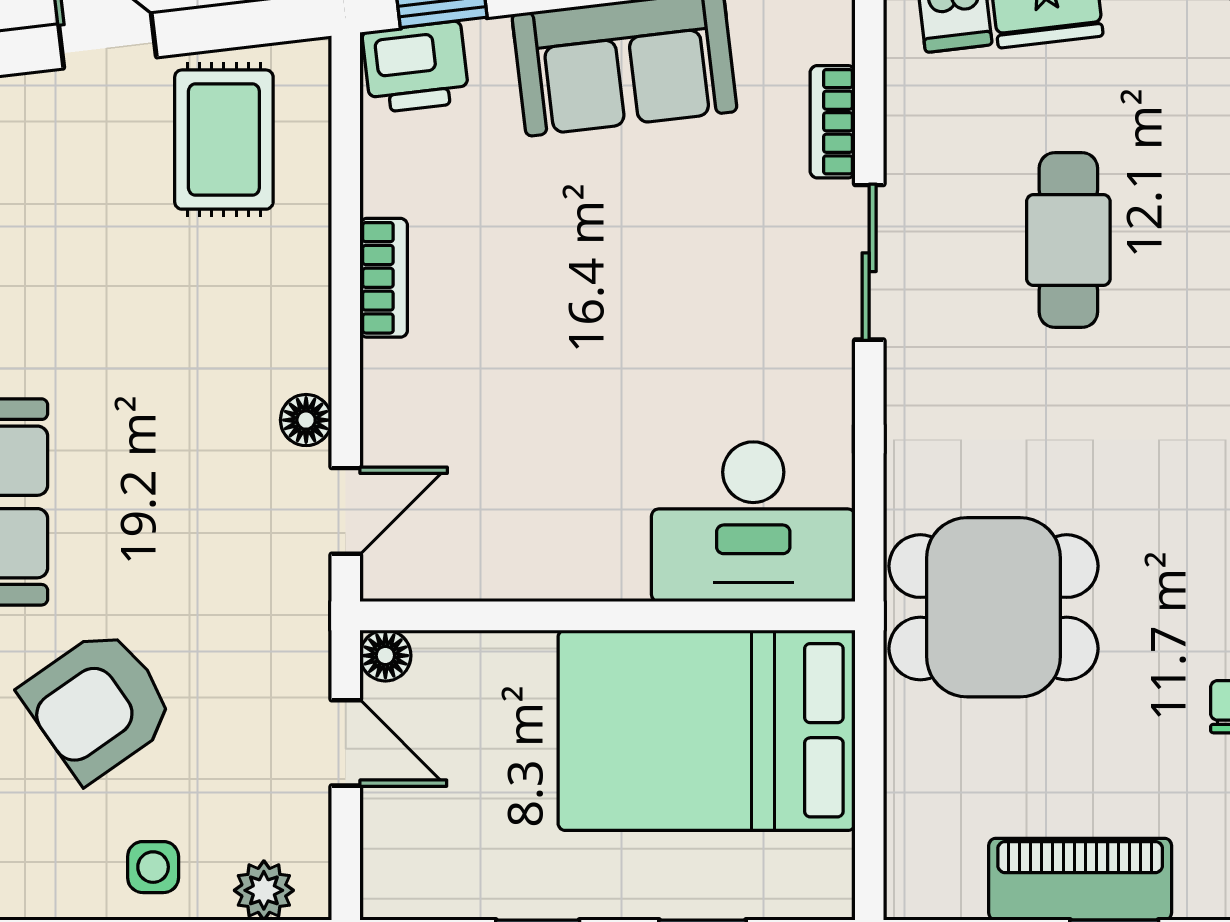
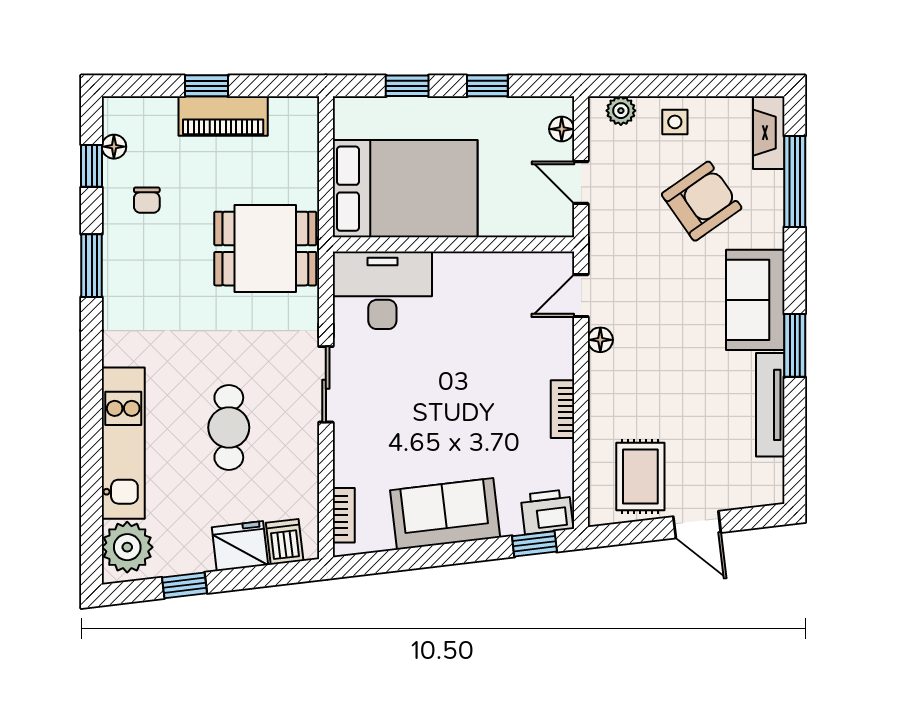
bookcase: (833, 122) -> (344, 515), moved
sliding door: (869, 262) -> (326, 384), moved
floor lamp: (385, 656) -> (562, 129), moved

